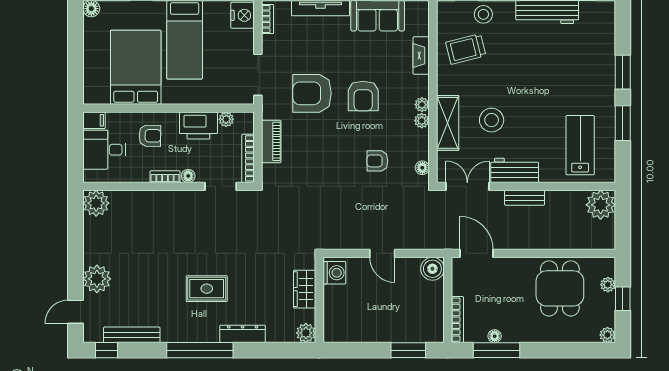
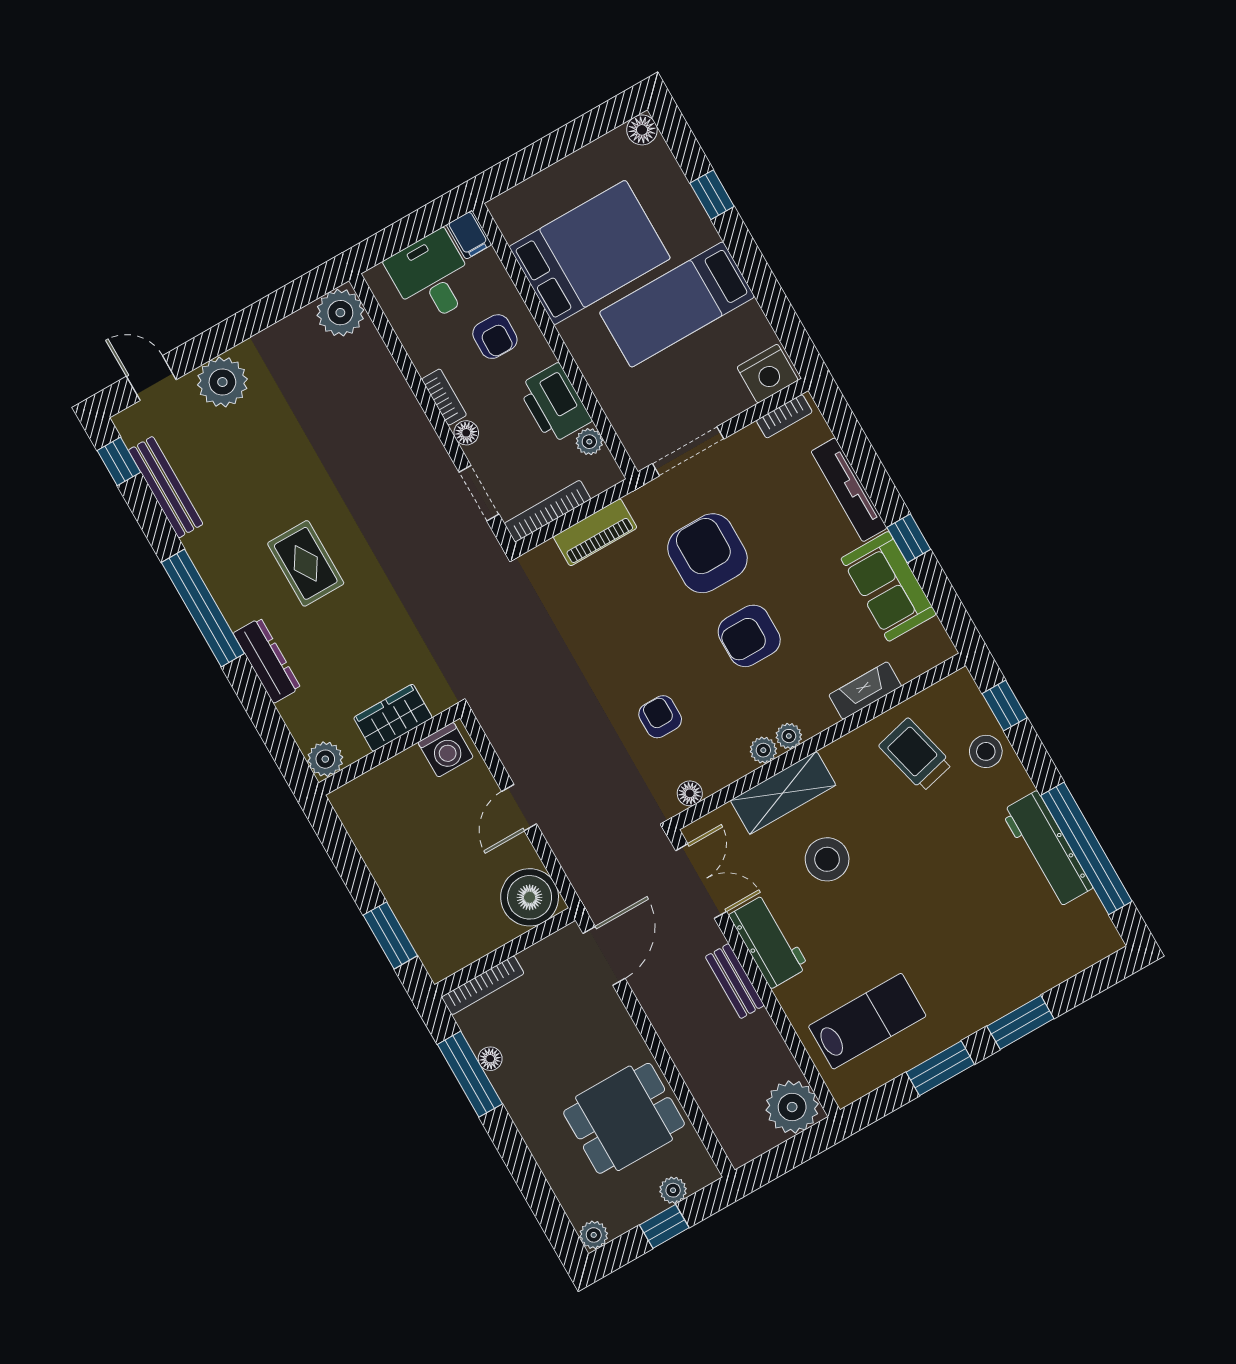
boiler: (432, 269) -> (530, 897), width x1.37, depth x1.37

